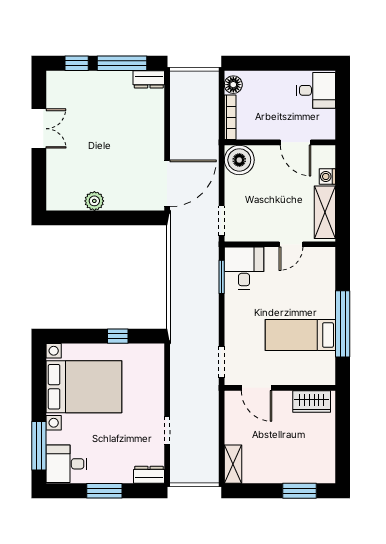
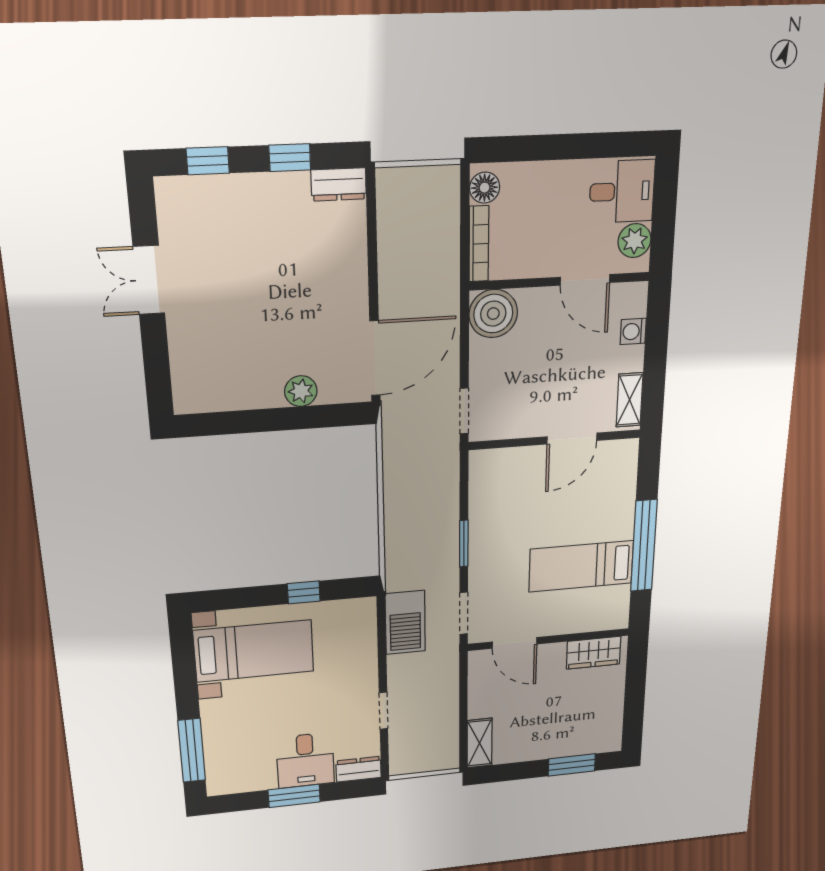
window: (122, 63) -> (290, 158), width x0.46
plant: (325, 120) -> (634, 241), added
double door: (39, 129) -> (149, 280), swing flipped
plant: (94, 201) -> (301, 391), moved
shelving: (325, 212) -> (630, 400), width x0.67, depth x0.75
door: (291, 244) -> (572, 439), width x1.38
desk: (244, 268) -> (499, 479), removed
window: (222, 277) -> (464, 544), moved
barbecue: (183, 365) -> (405, 623), added
bed with nightstands: (84, 387) -> (254, 651), width x0.73
desk: (67, 464) -> (305, 760), moved, turned -90

